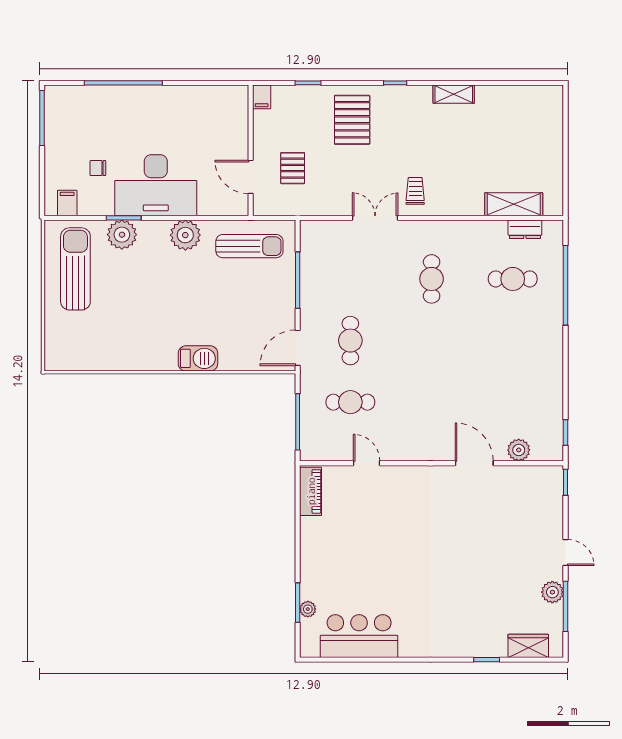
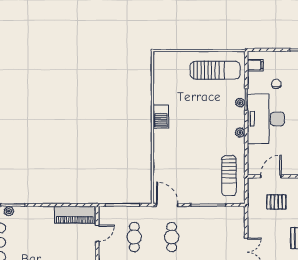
plant: (122, 235) -> (240, 103), width x0.53, depth x0.53
plant: (185, 235) -> (240, 133), width x0.53, depth x0.53
cafe table: (350, 341) -> (172, 237), turned 90
barbecue: (198, 358) -> (161, 117), moved
door: (367, 463) -> (97, 233), moved
piano: (311, 491) -> (75, 215), width x1.37, depth x1.33

